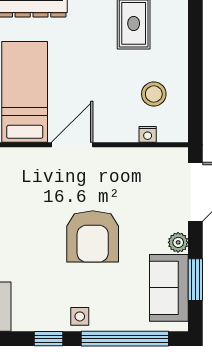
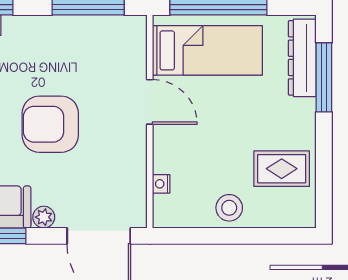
stool: (154, 94) -> (229, 208), moved

